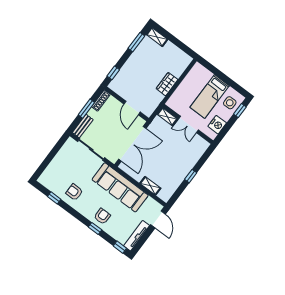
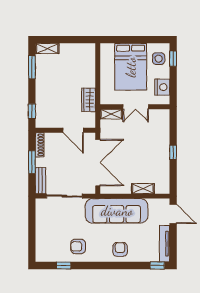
wardrobe: (167, 84) -> (89, 100), moved
bed: (210, 96) -> (131, 67), width x1.50
window: (95, 228) -> (122, 265), removed

